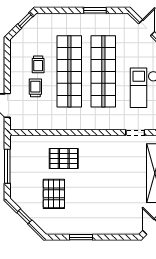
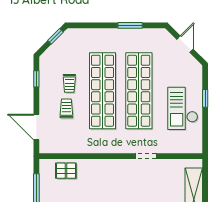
window: (7, 60) -> (36, 79), added
doorway: (135, 133) -> (146, 156), moved
pallet: (64, 158) -> (66, 171), moved, width x0.67, depth x0.71

